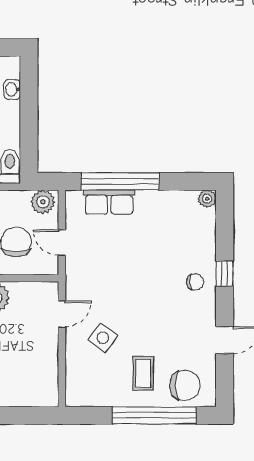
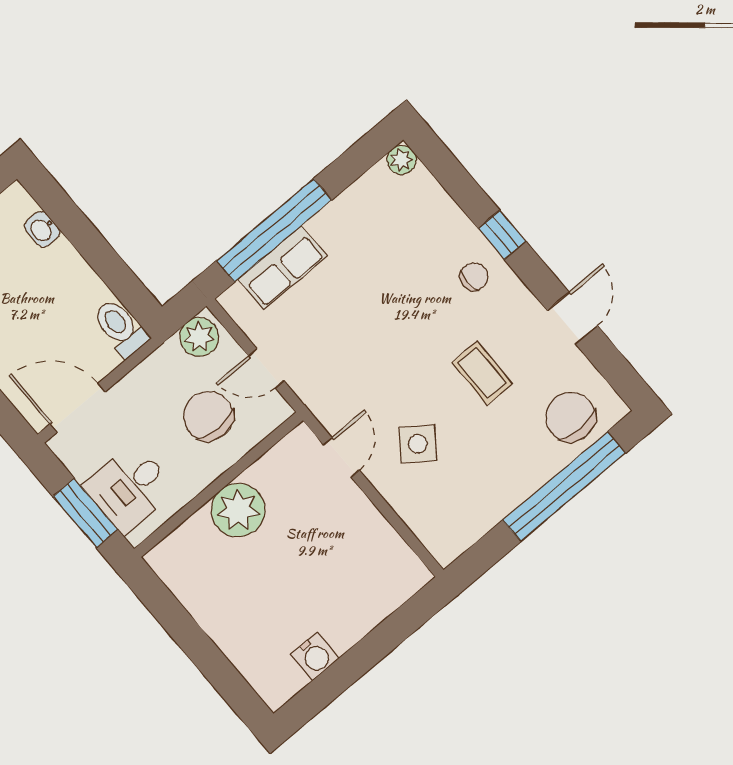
coffee table: (143, 373) -> (482, 373), moved
chair: (185, 385) -> (571, 417), turned -90

